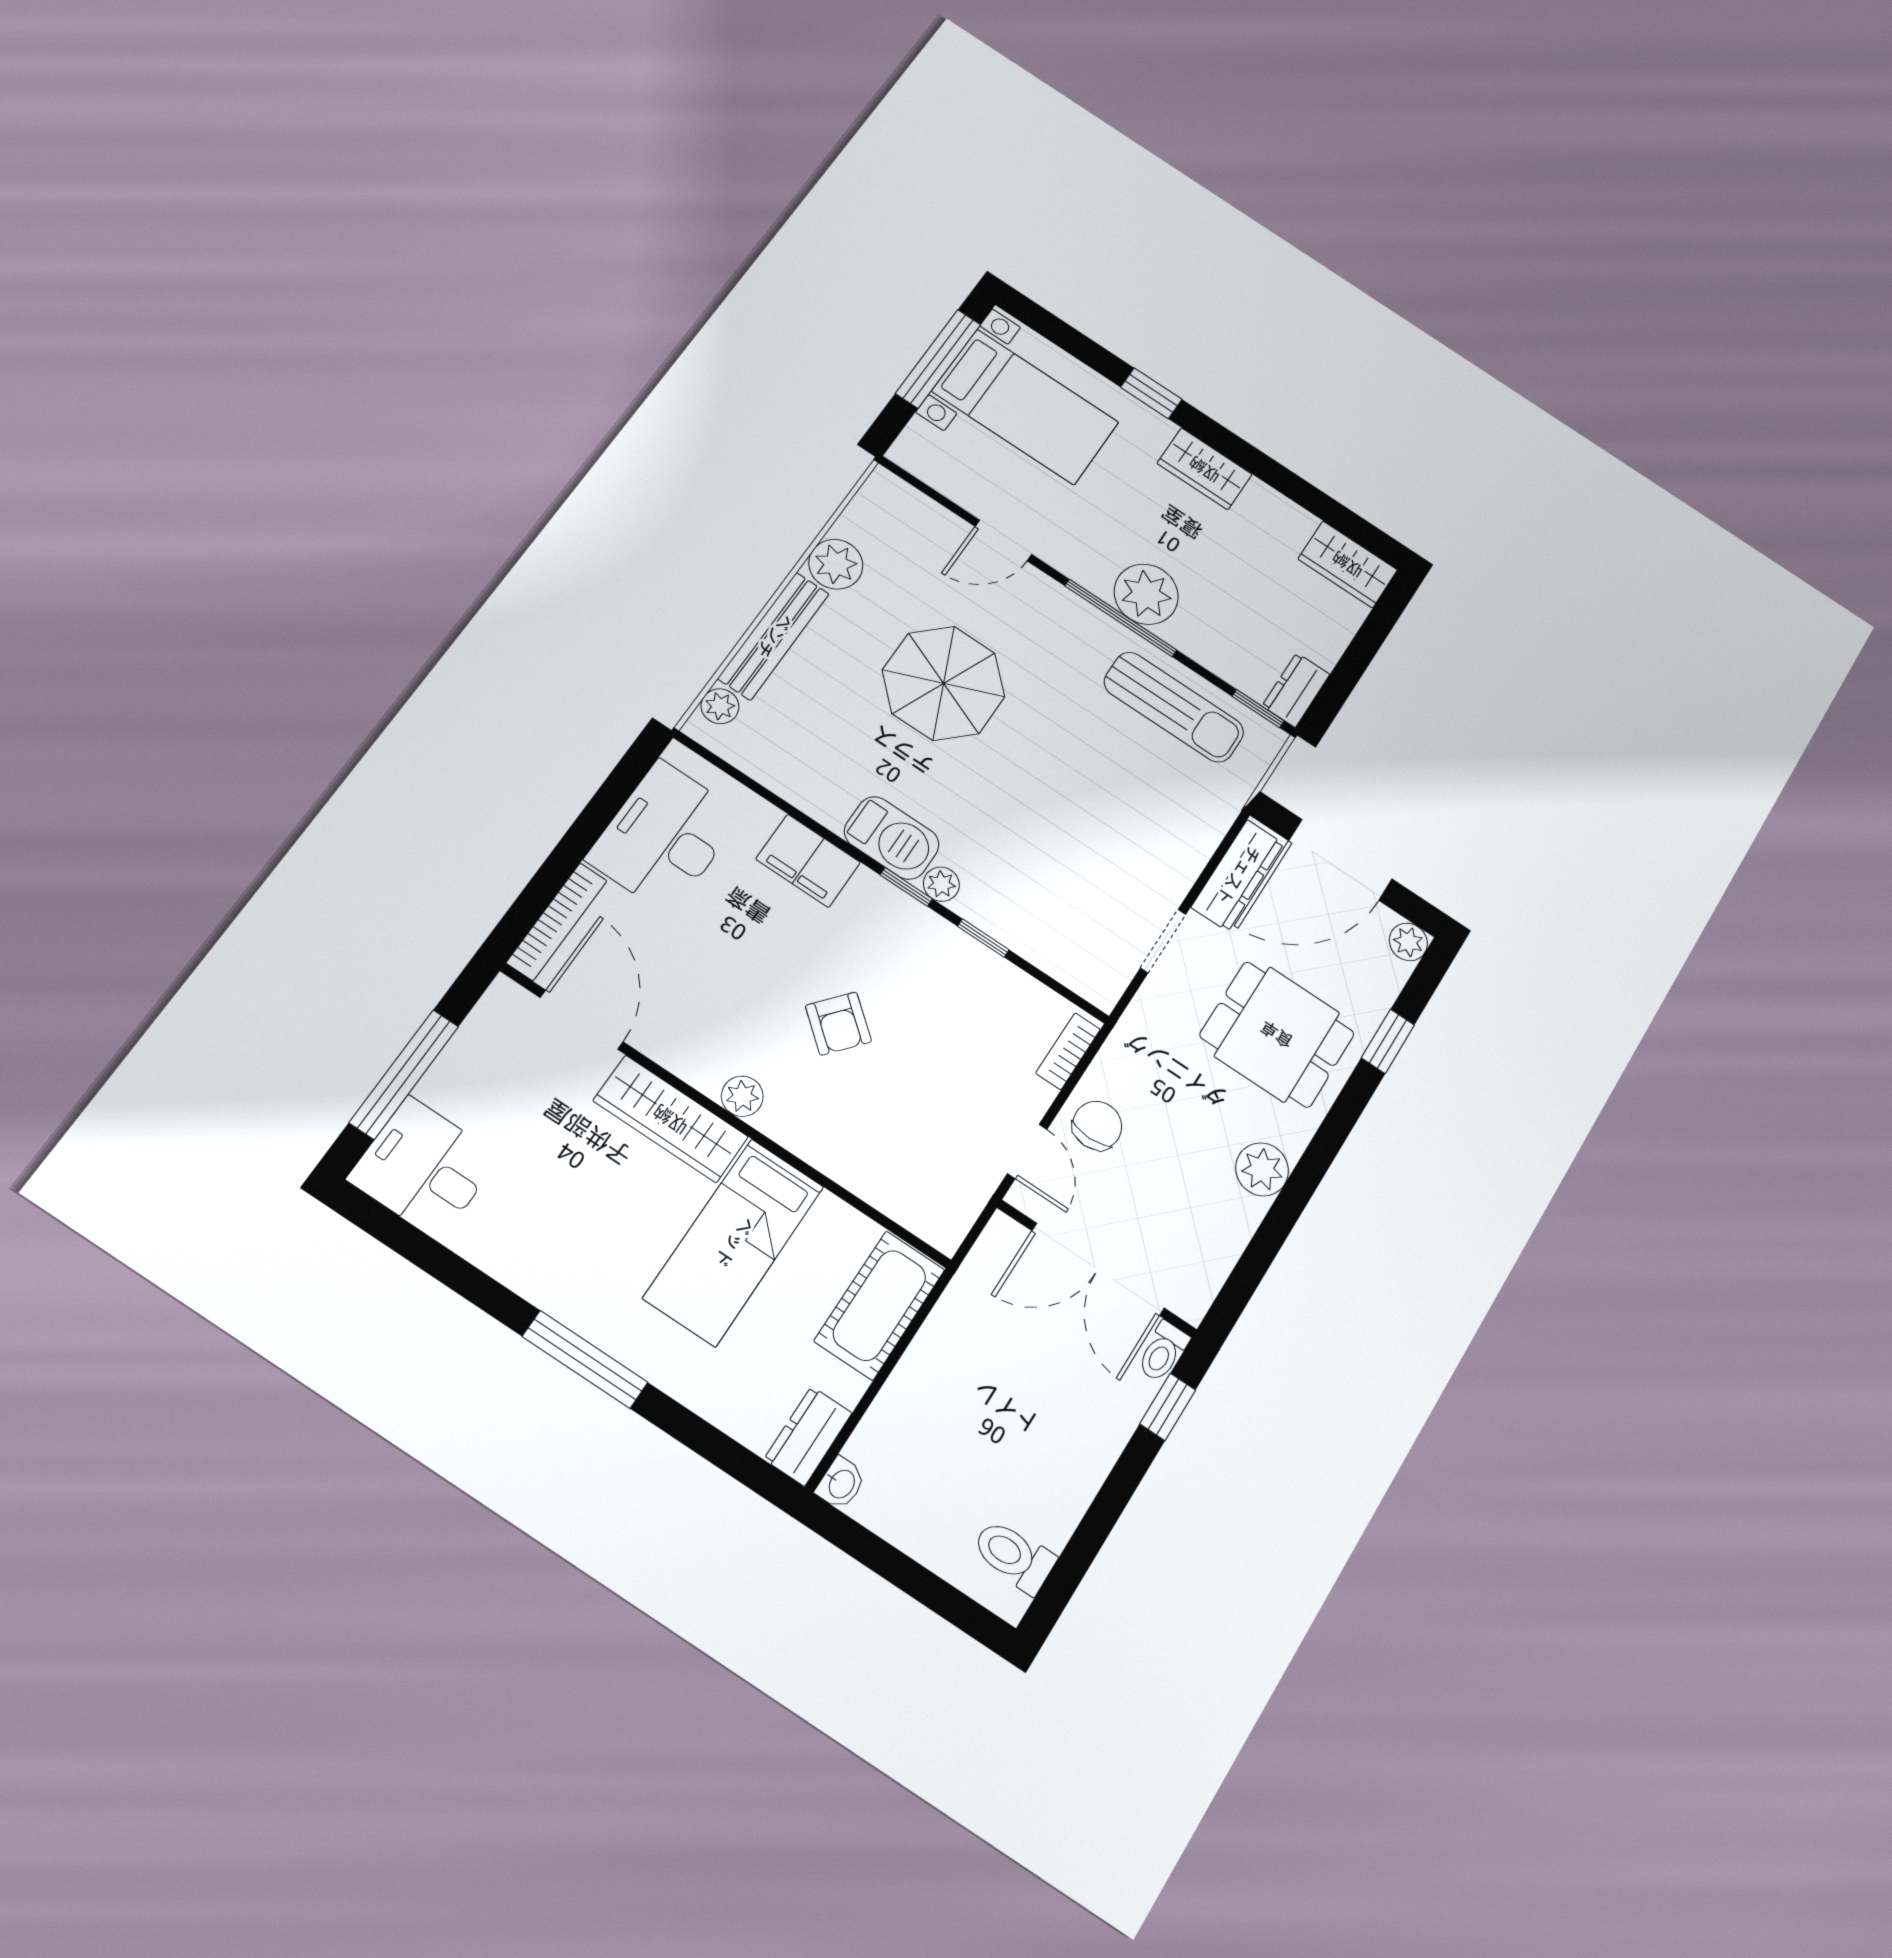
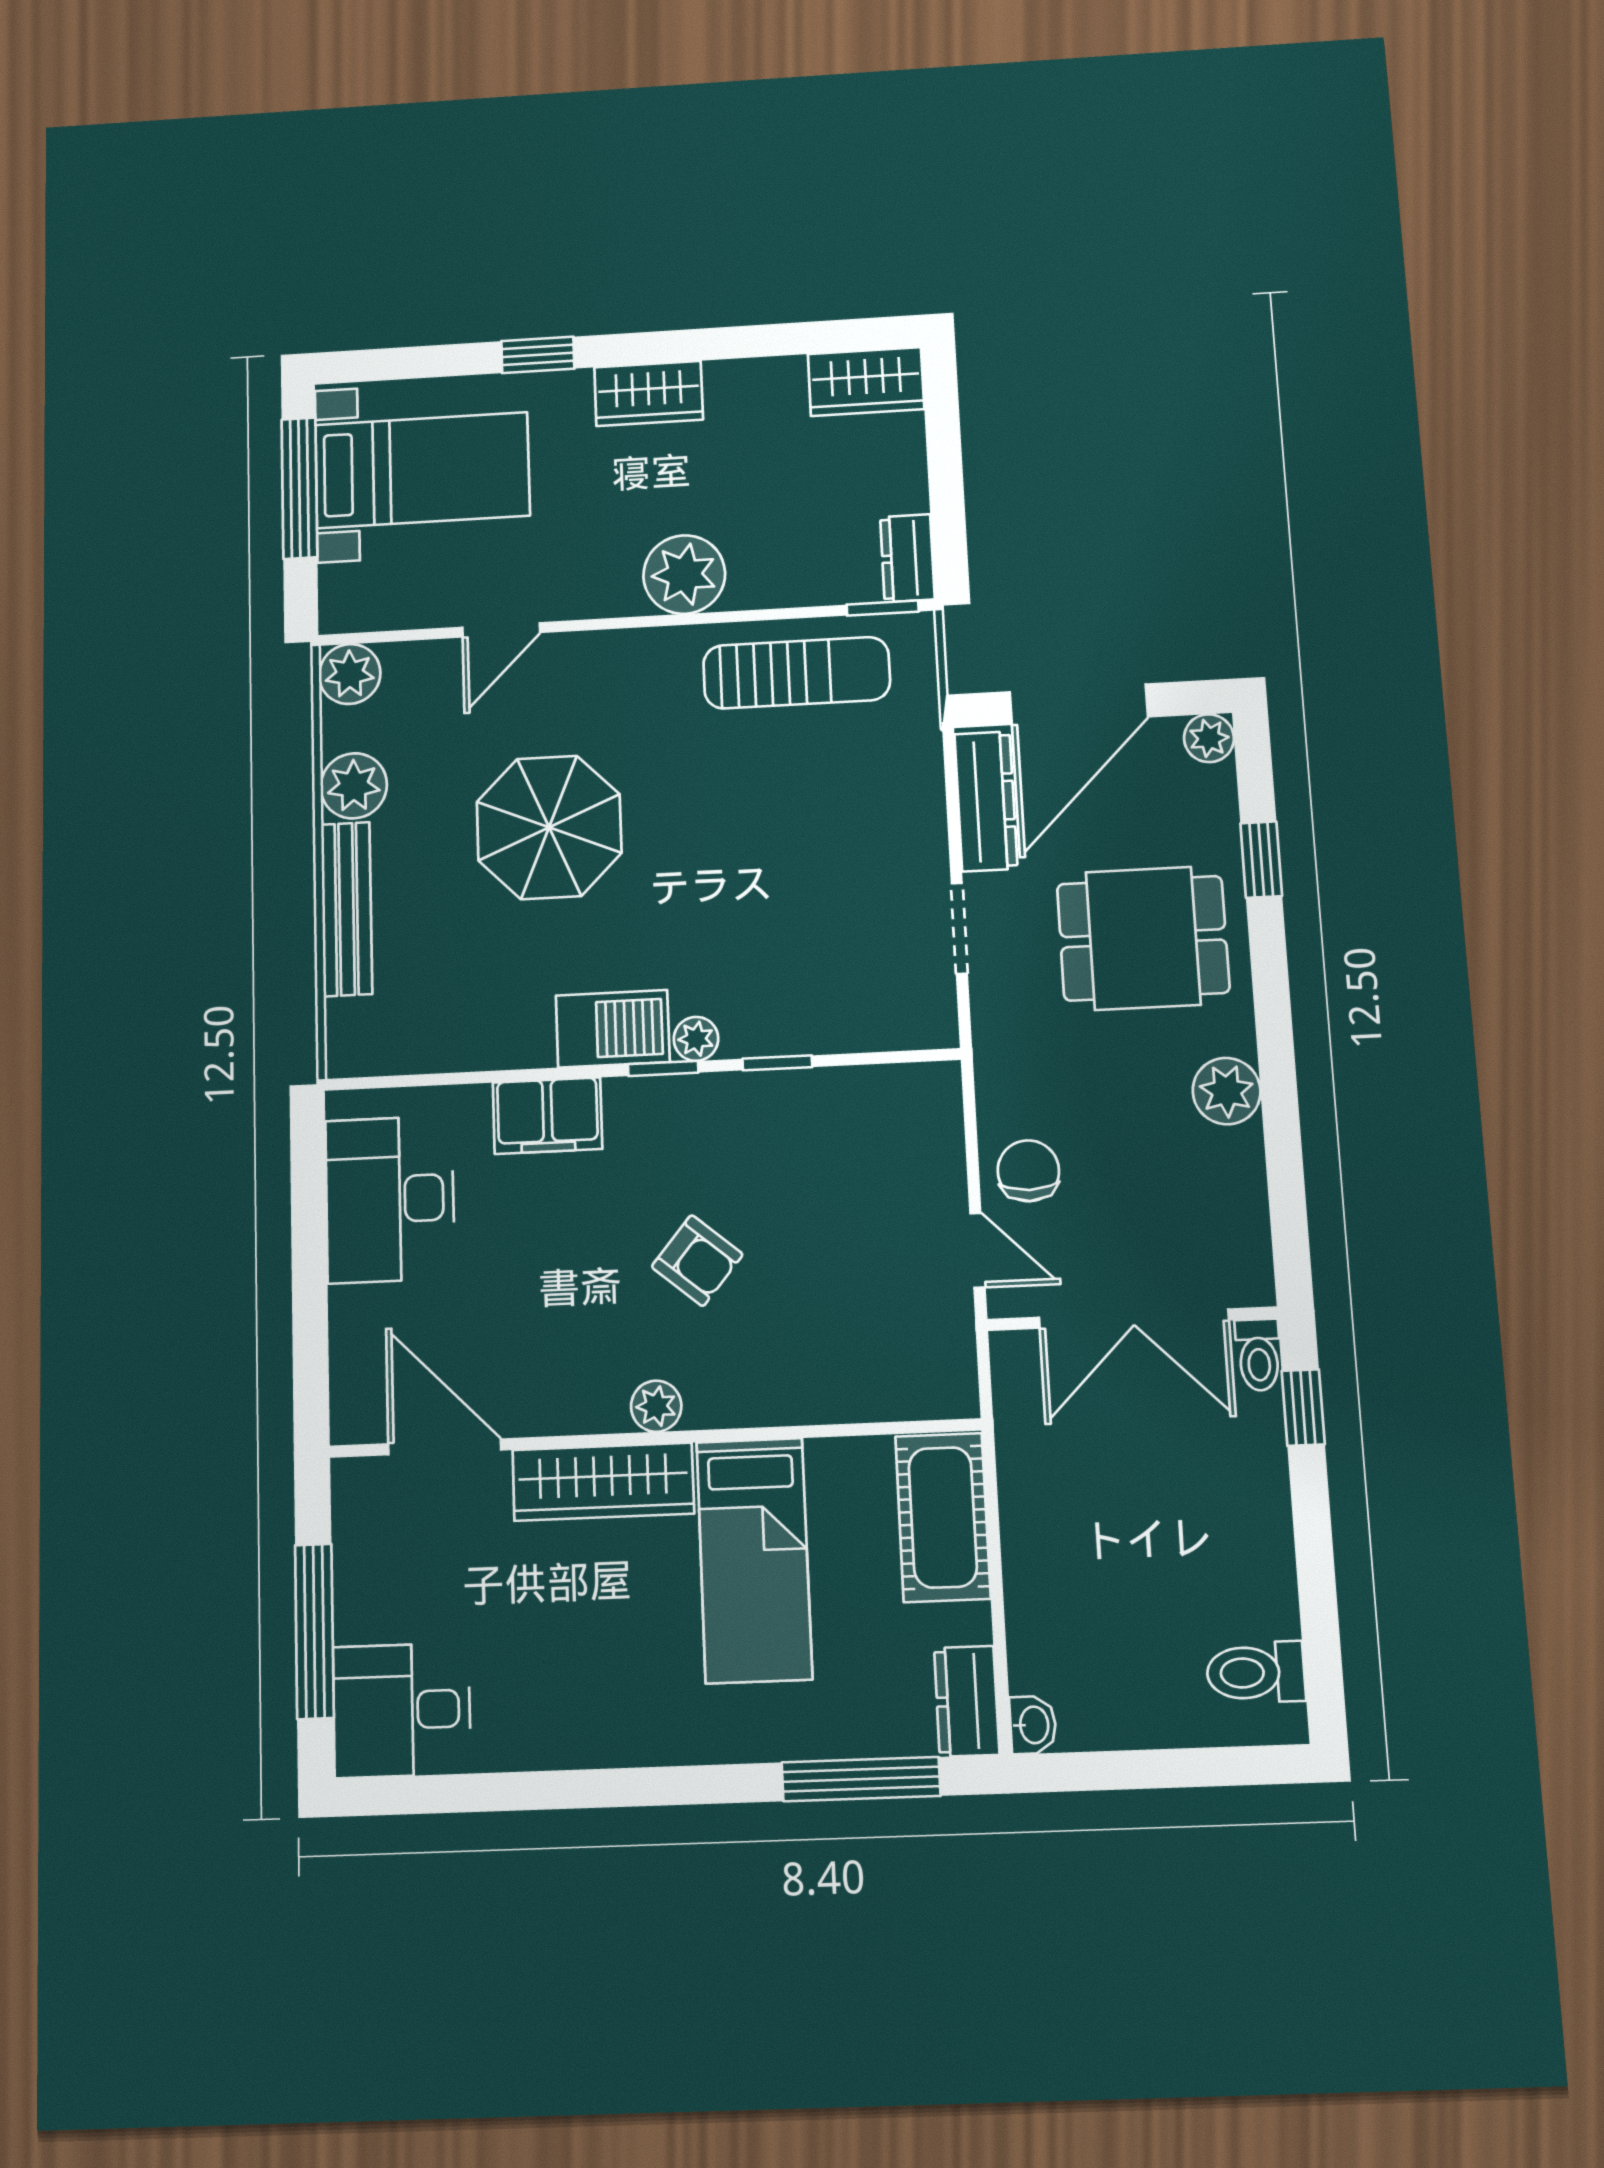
window: (1121, 618) -> (676, 620), removed
plant: (720, 706) -> (350, 674), moved, width x1.38, depth x1.38
bookcase: (557, 922) -> (348, 1366), removed
bookcase: (1068, 1051) -> (945, 1116), removed
window: (585, 1359) -> (861, 1779), moved

